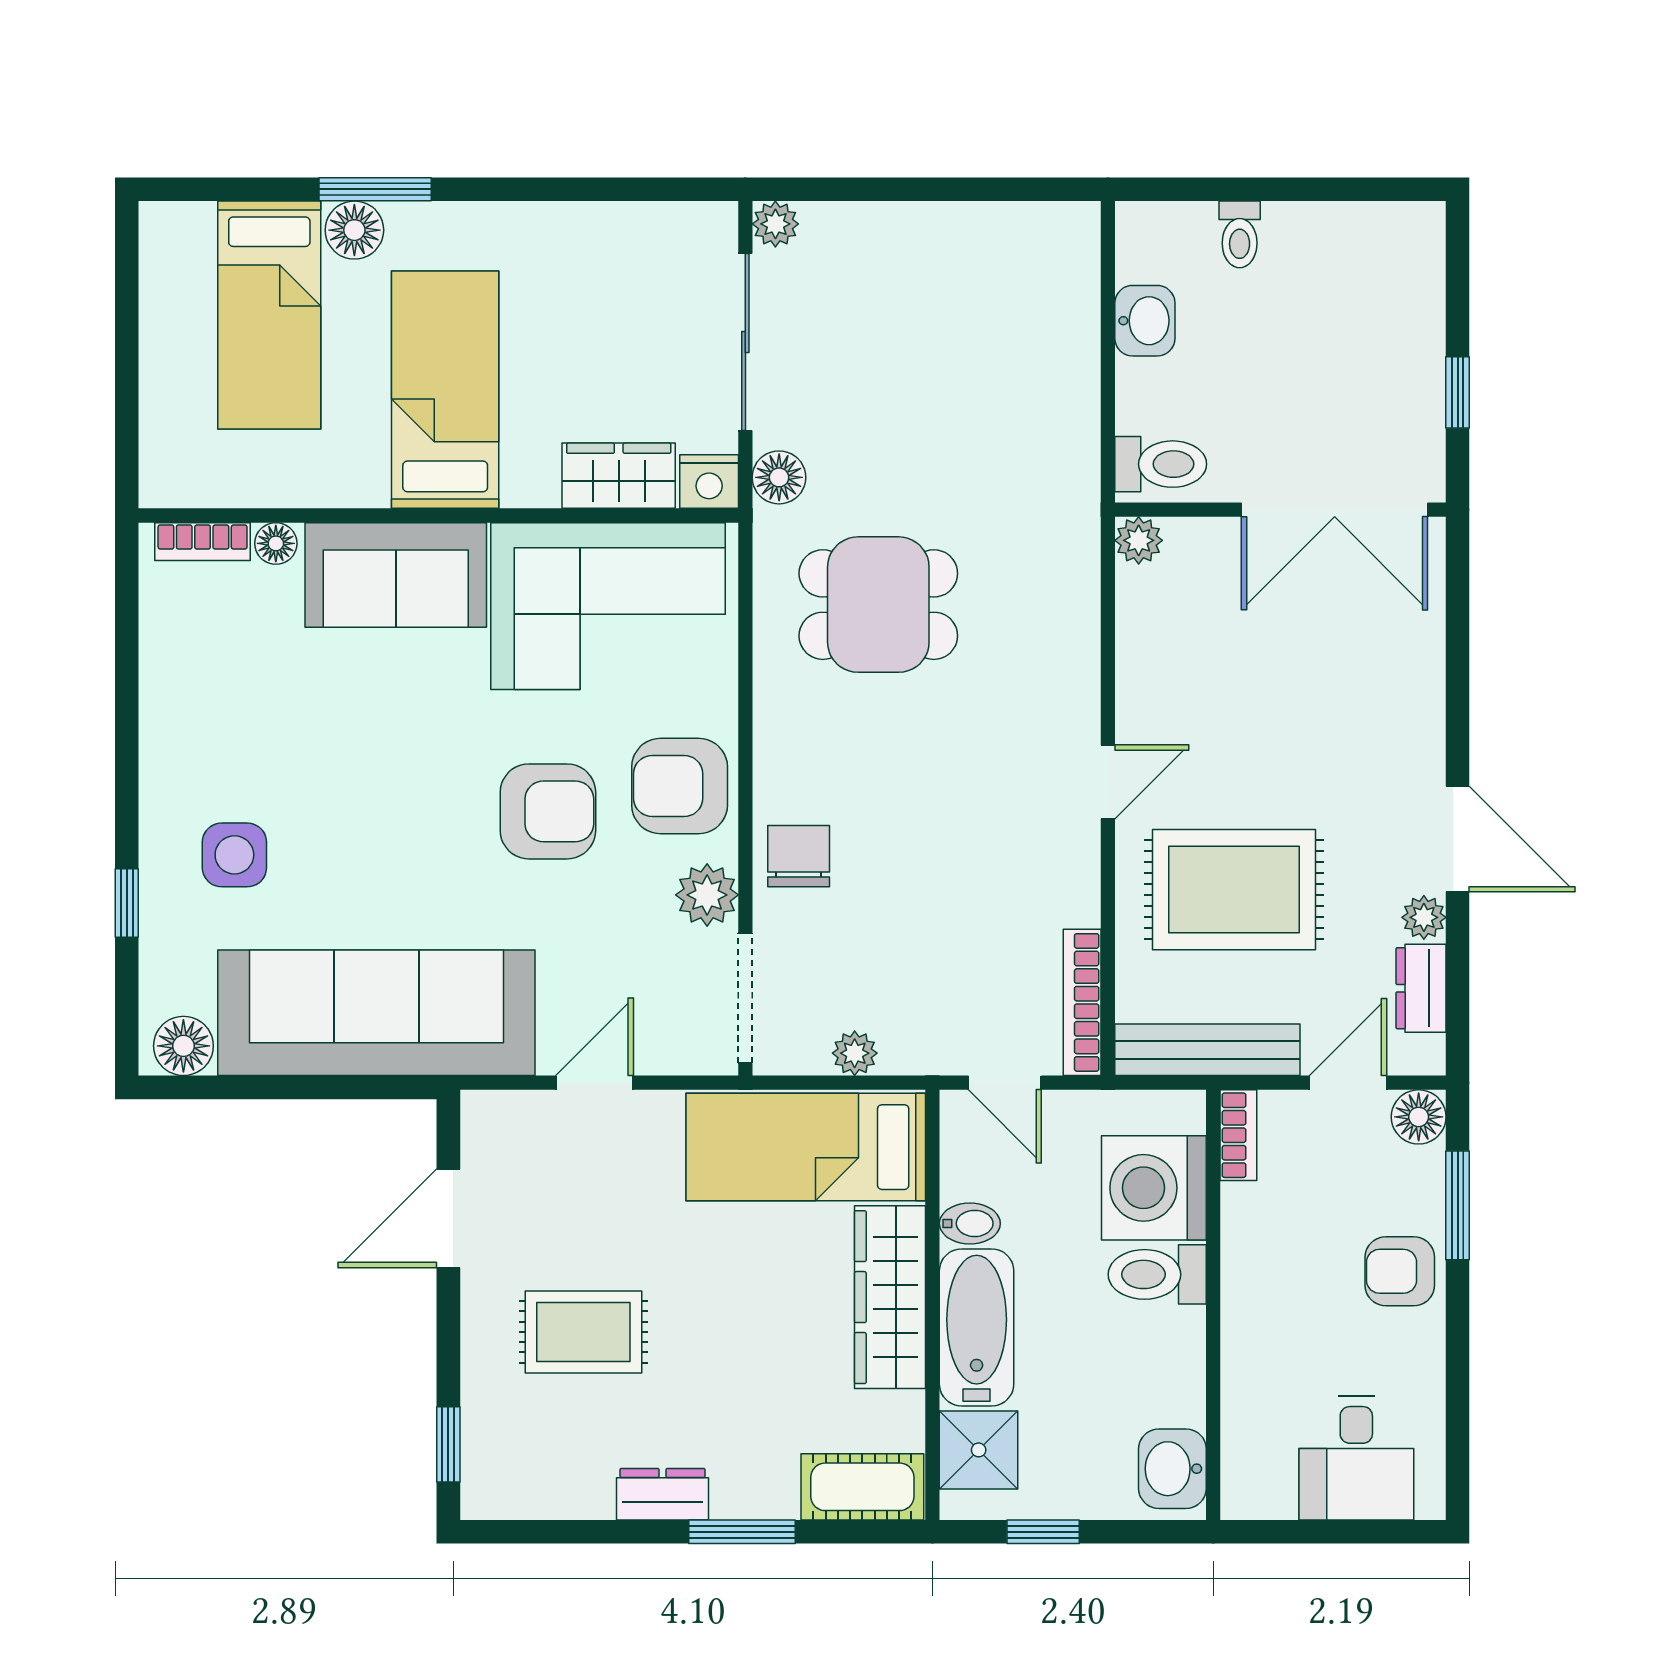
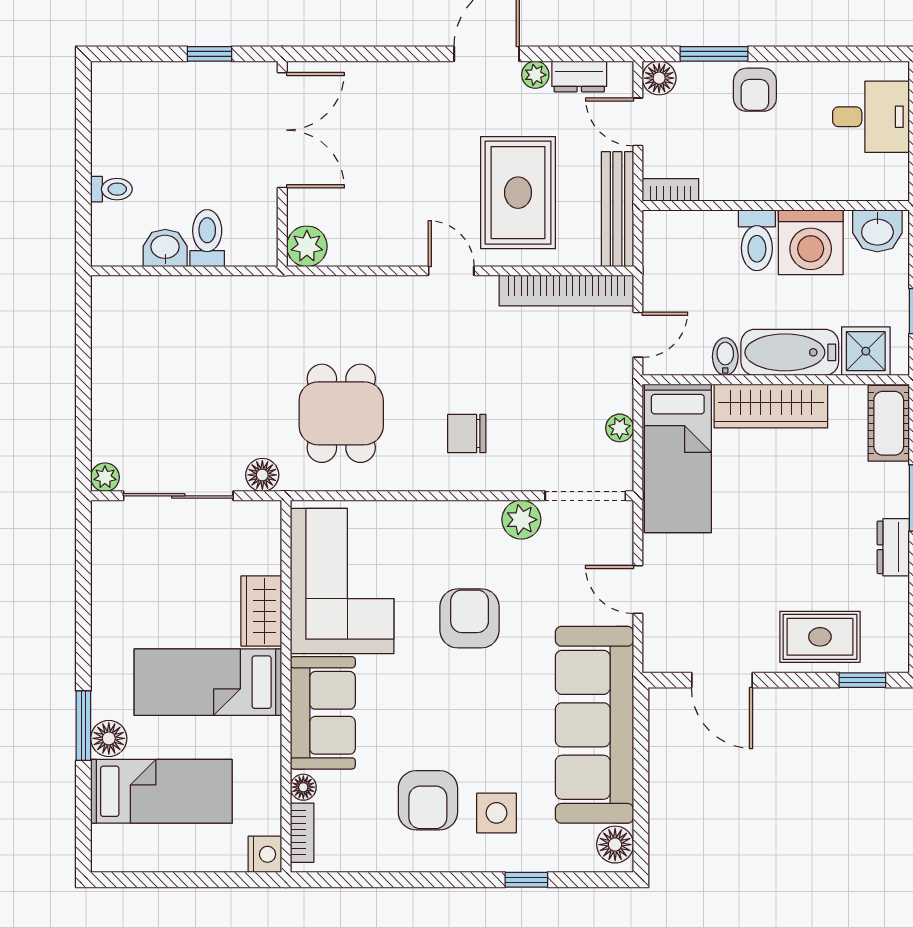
toilet: (1161, 464) -> (207, 238), moved
wardrobe: (619, 476) -> (261, 611), moved
nightstand: (709, 482) -> (265, 854), moved
plant: (1139, 540) -> (307, 246), width x1.38, depth x1.38
armchair: (680, 786) -> (428, 800), moved
chair: (799, 856) -> (467, 434), moved
bookcase: (1082, 1002) -> (566, 290), width x1.48, depth x1.31
washing machine: (1154, 1188) -> (811, 242), moved
rug: (583, 1332) -> (820, 637), moved, turned 90

